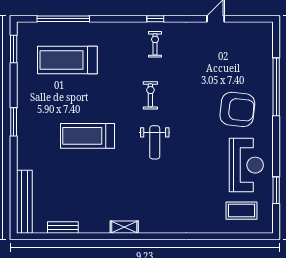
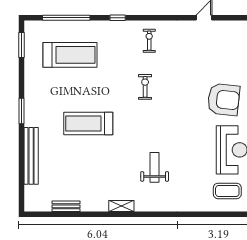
window: (155, 19) -> (118, 18), moved
treadmill: (67, 60) -> (70, 55), turned 180
weight bench: (155, 142) -> (155, 167), moved, turned 180
bench: (24, 202) -> (31, 156), moved

